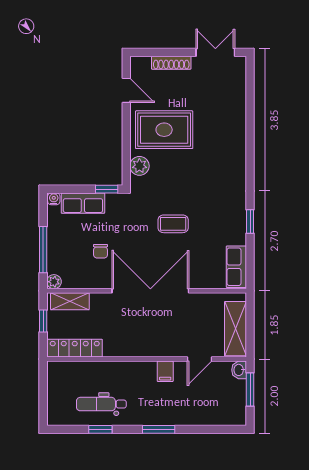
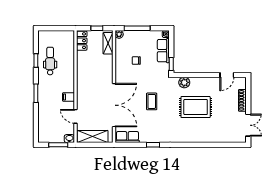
rug: (164, 130) -> (196, 107), moved, turned 90
double door: (150, 291) -> (114, 105), moved
locker: (75, 348) -> (82, 41), width x0.66

